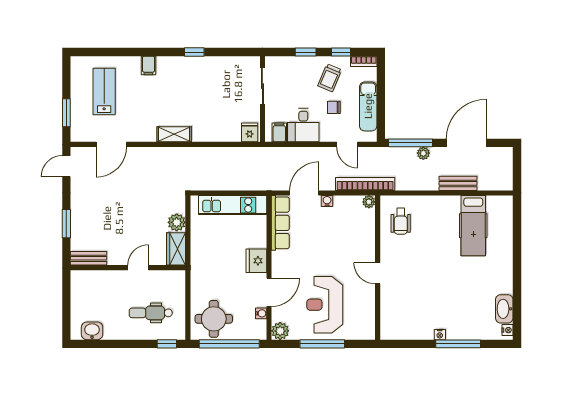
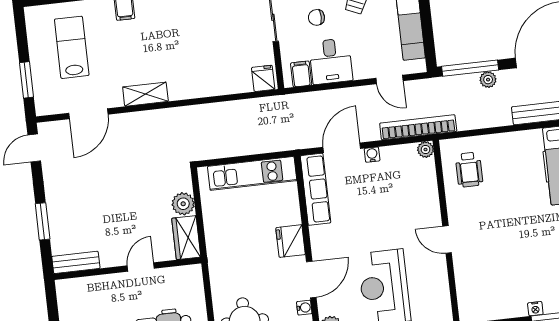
chair: (334, 107) -> (316, 17), moved
shelving: (174, 134) -> (145, 94), moved

